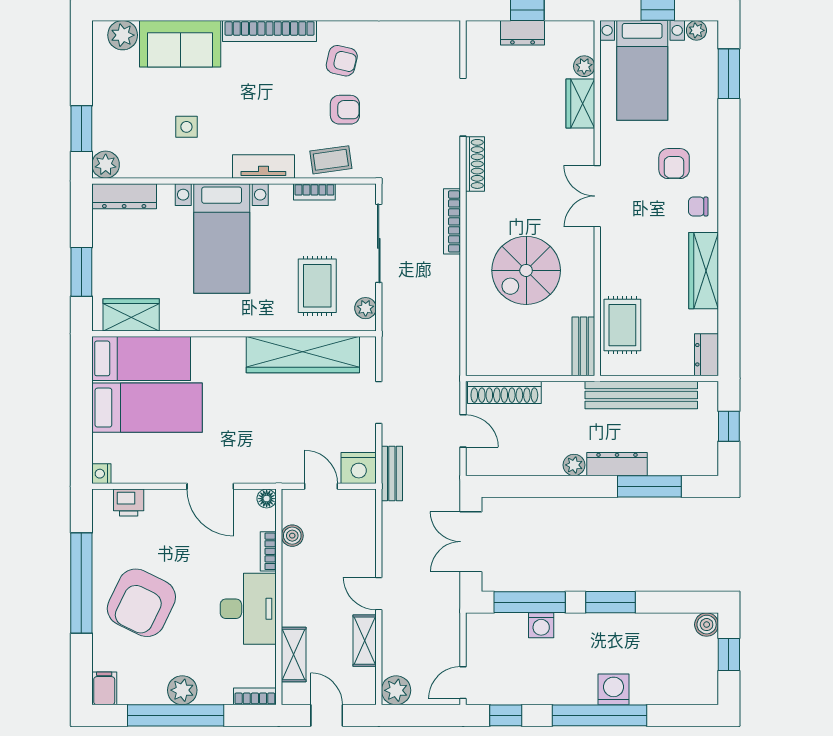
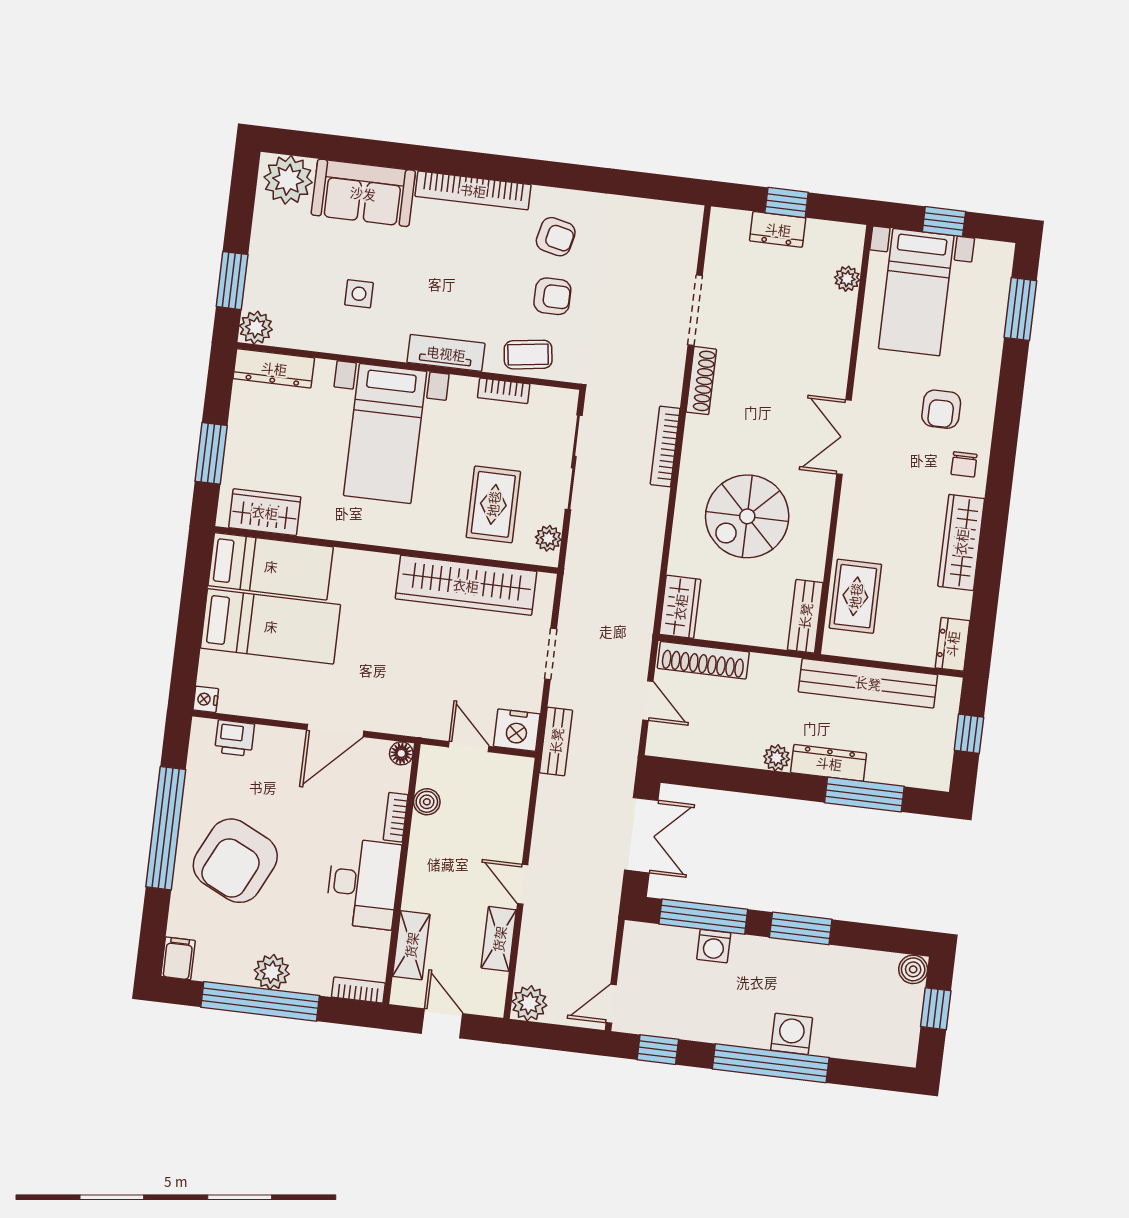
plant: (696, 30) -> (988, 252), removed
plant: (123, 35) -> (288, 180), width x1.36, depth x1.36
wardrobe: (580, 103) -> (680, 607), moved, turned 180
chair: (698, 207) -> (964, 464), turned -90
door: (210, 486) -> (335, 730), hinge flipped
double door: (471, 542) -> (641, 835), swing flipped

